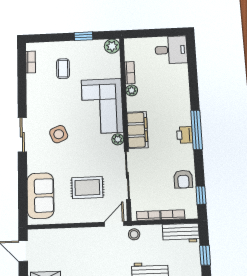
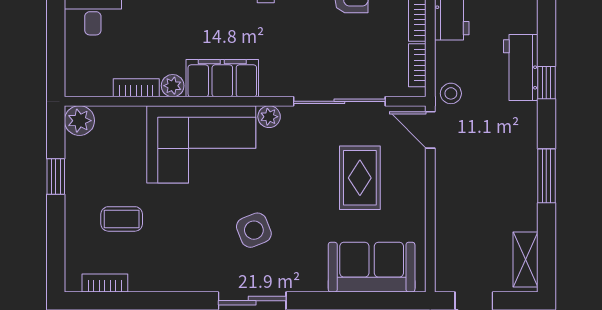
filing cabinet: (137, 130) -> (222, 78), moved

